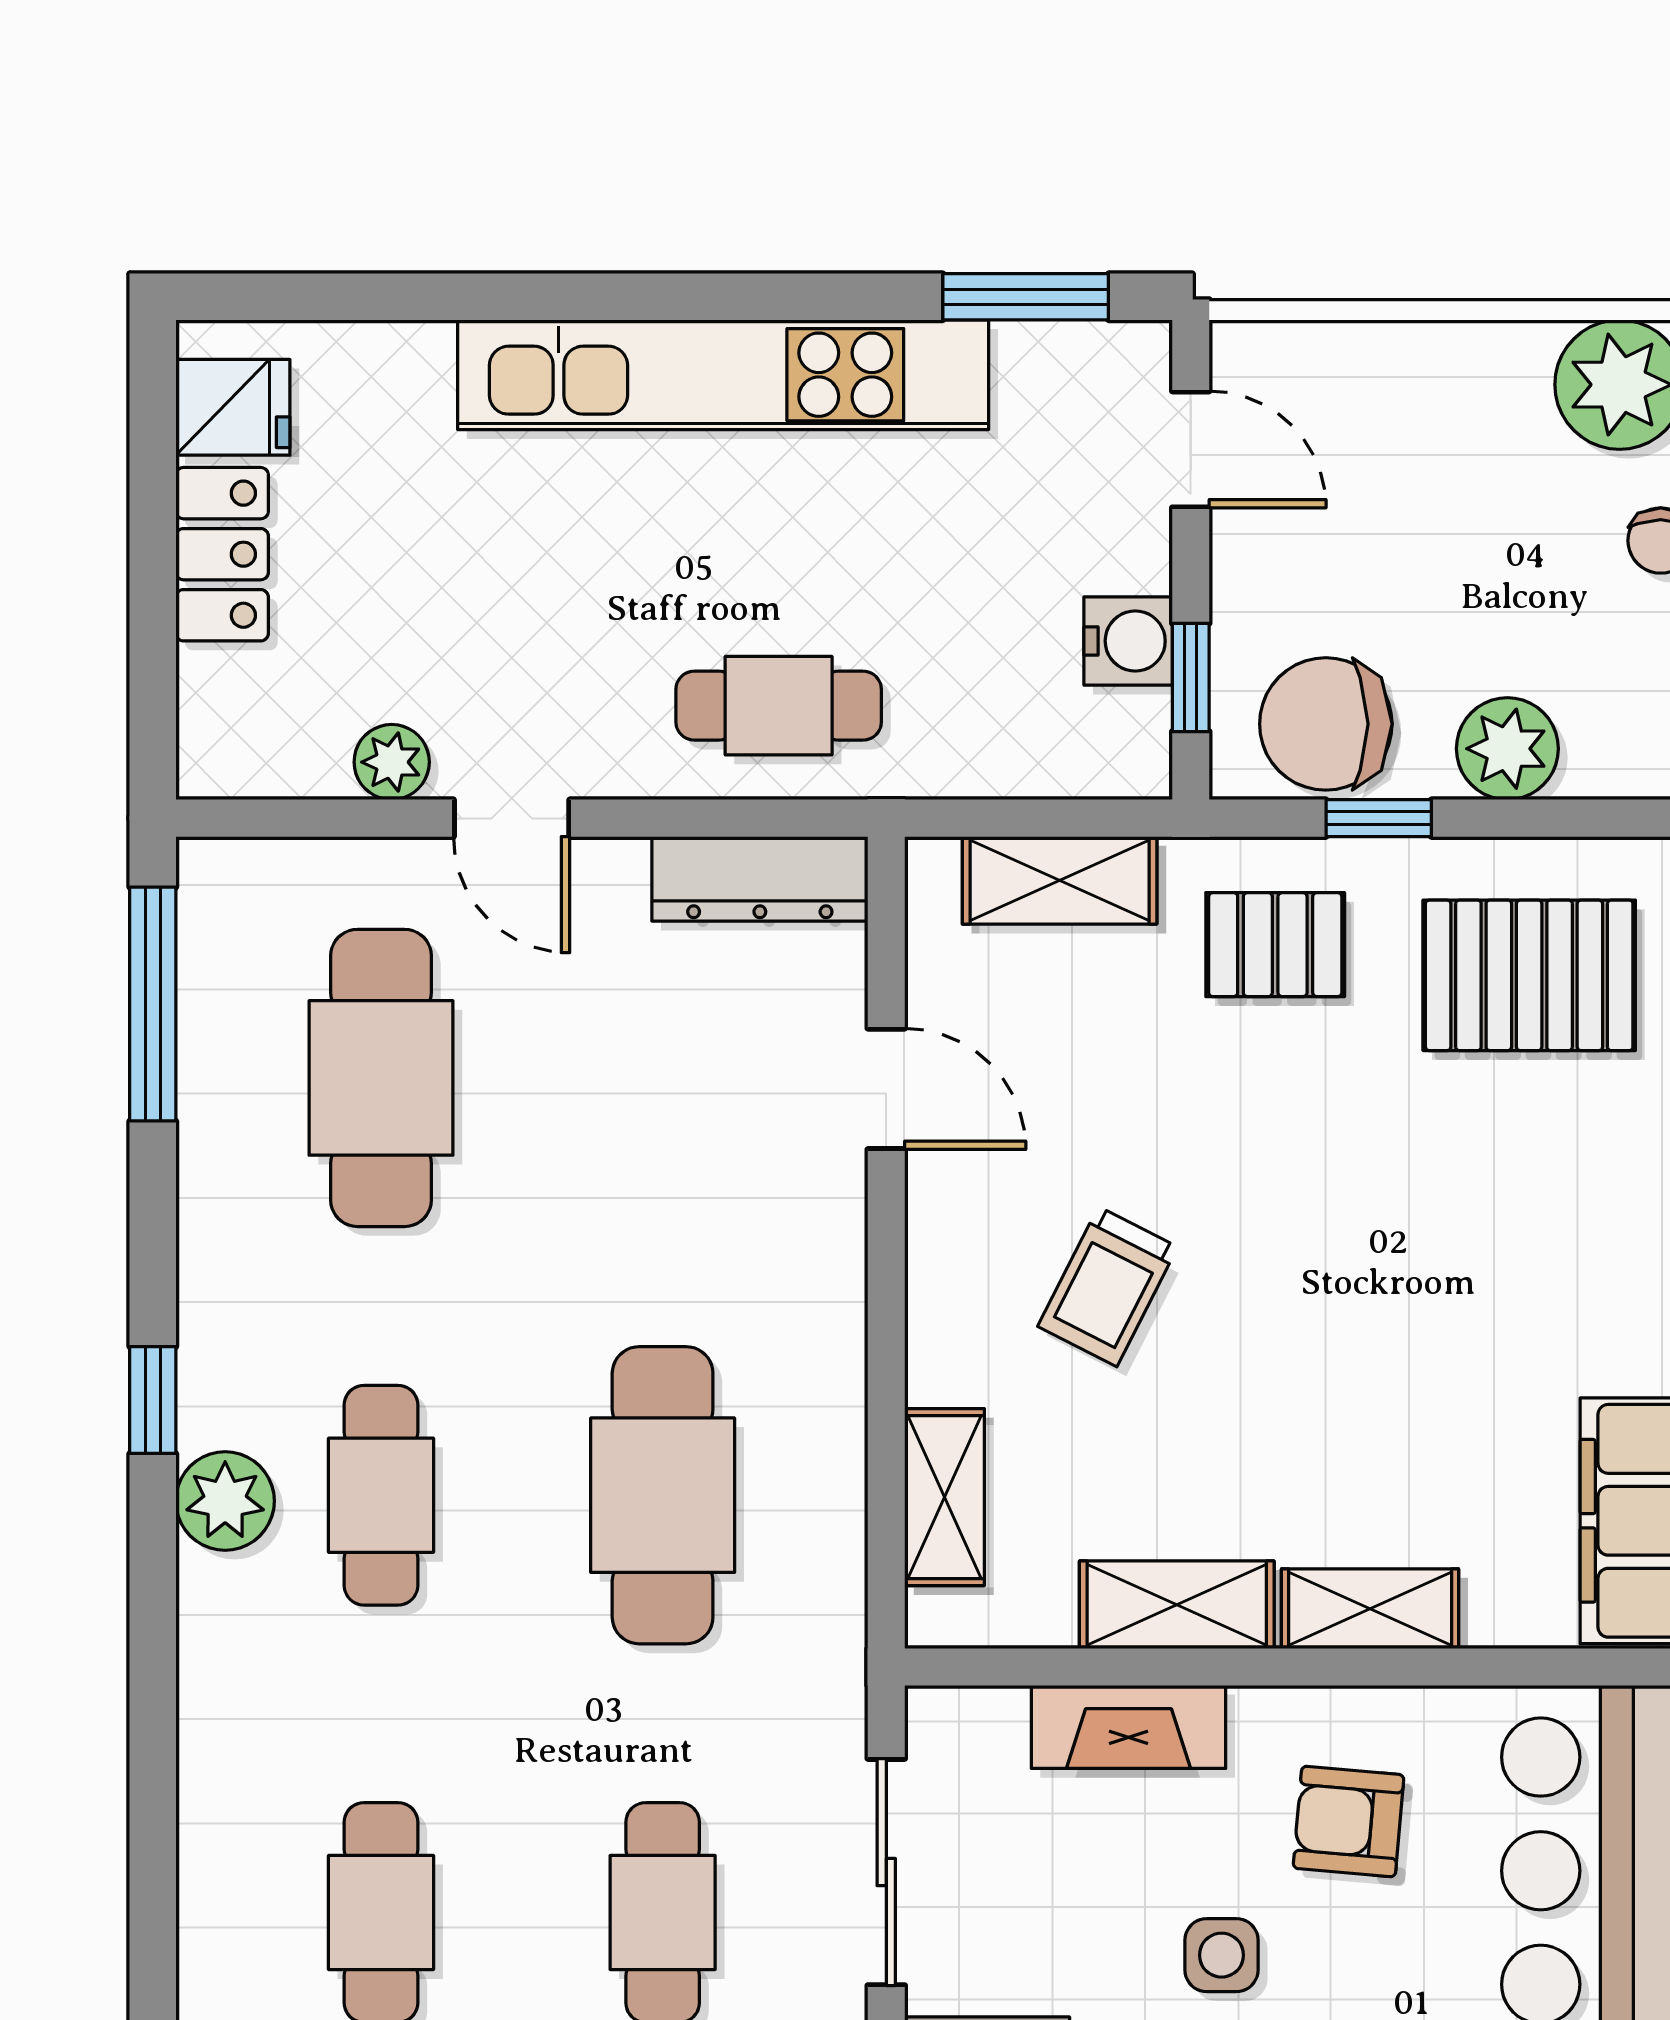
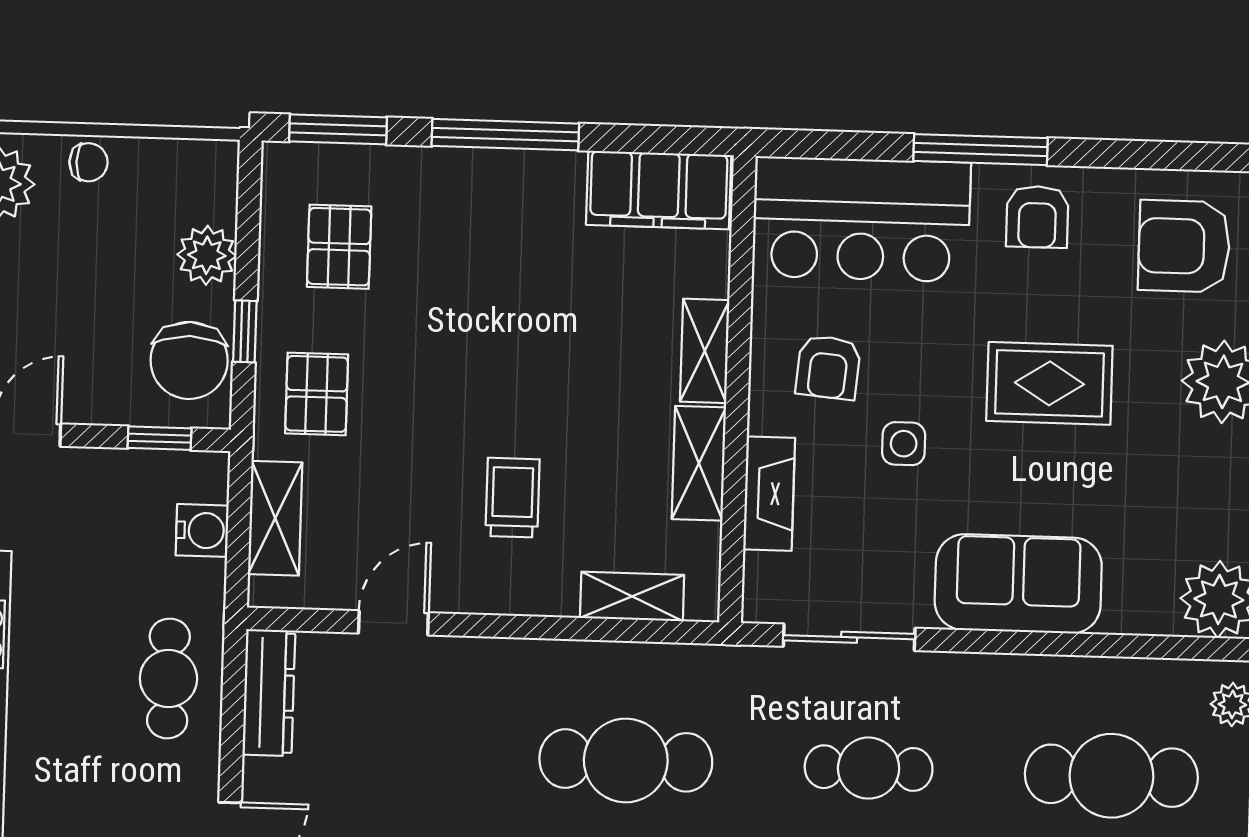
water cooler: (1128, 641) -> (202, 530), moved, turned 90
pallet: (1529, 975) -> (339, 247), width x0.67, depth x0.71
trolley: (1108, 1287) -> (513, 498), turned -117

